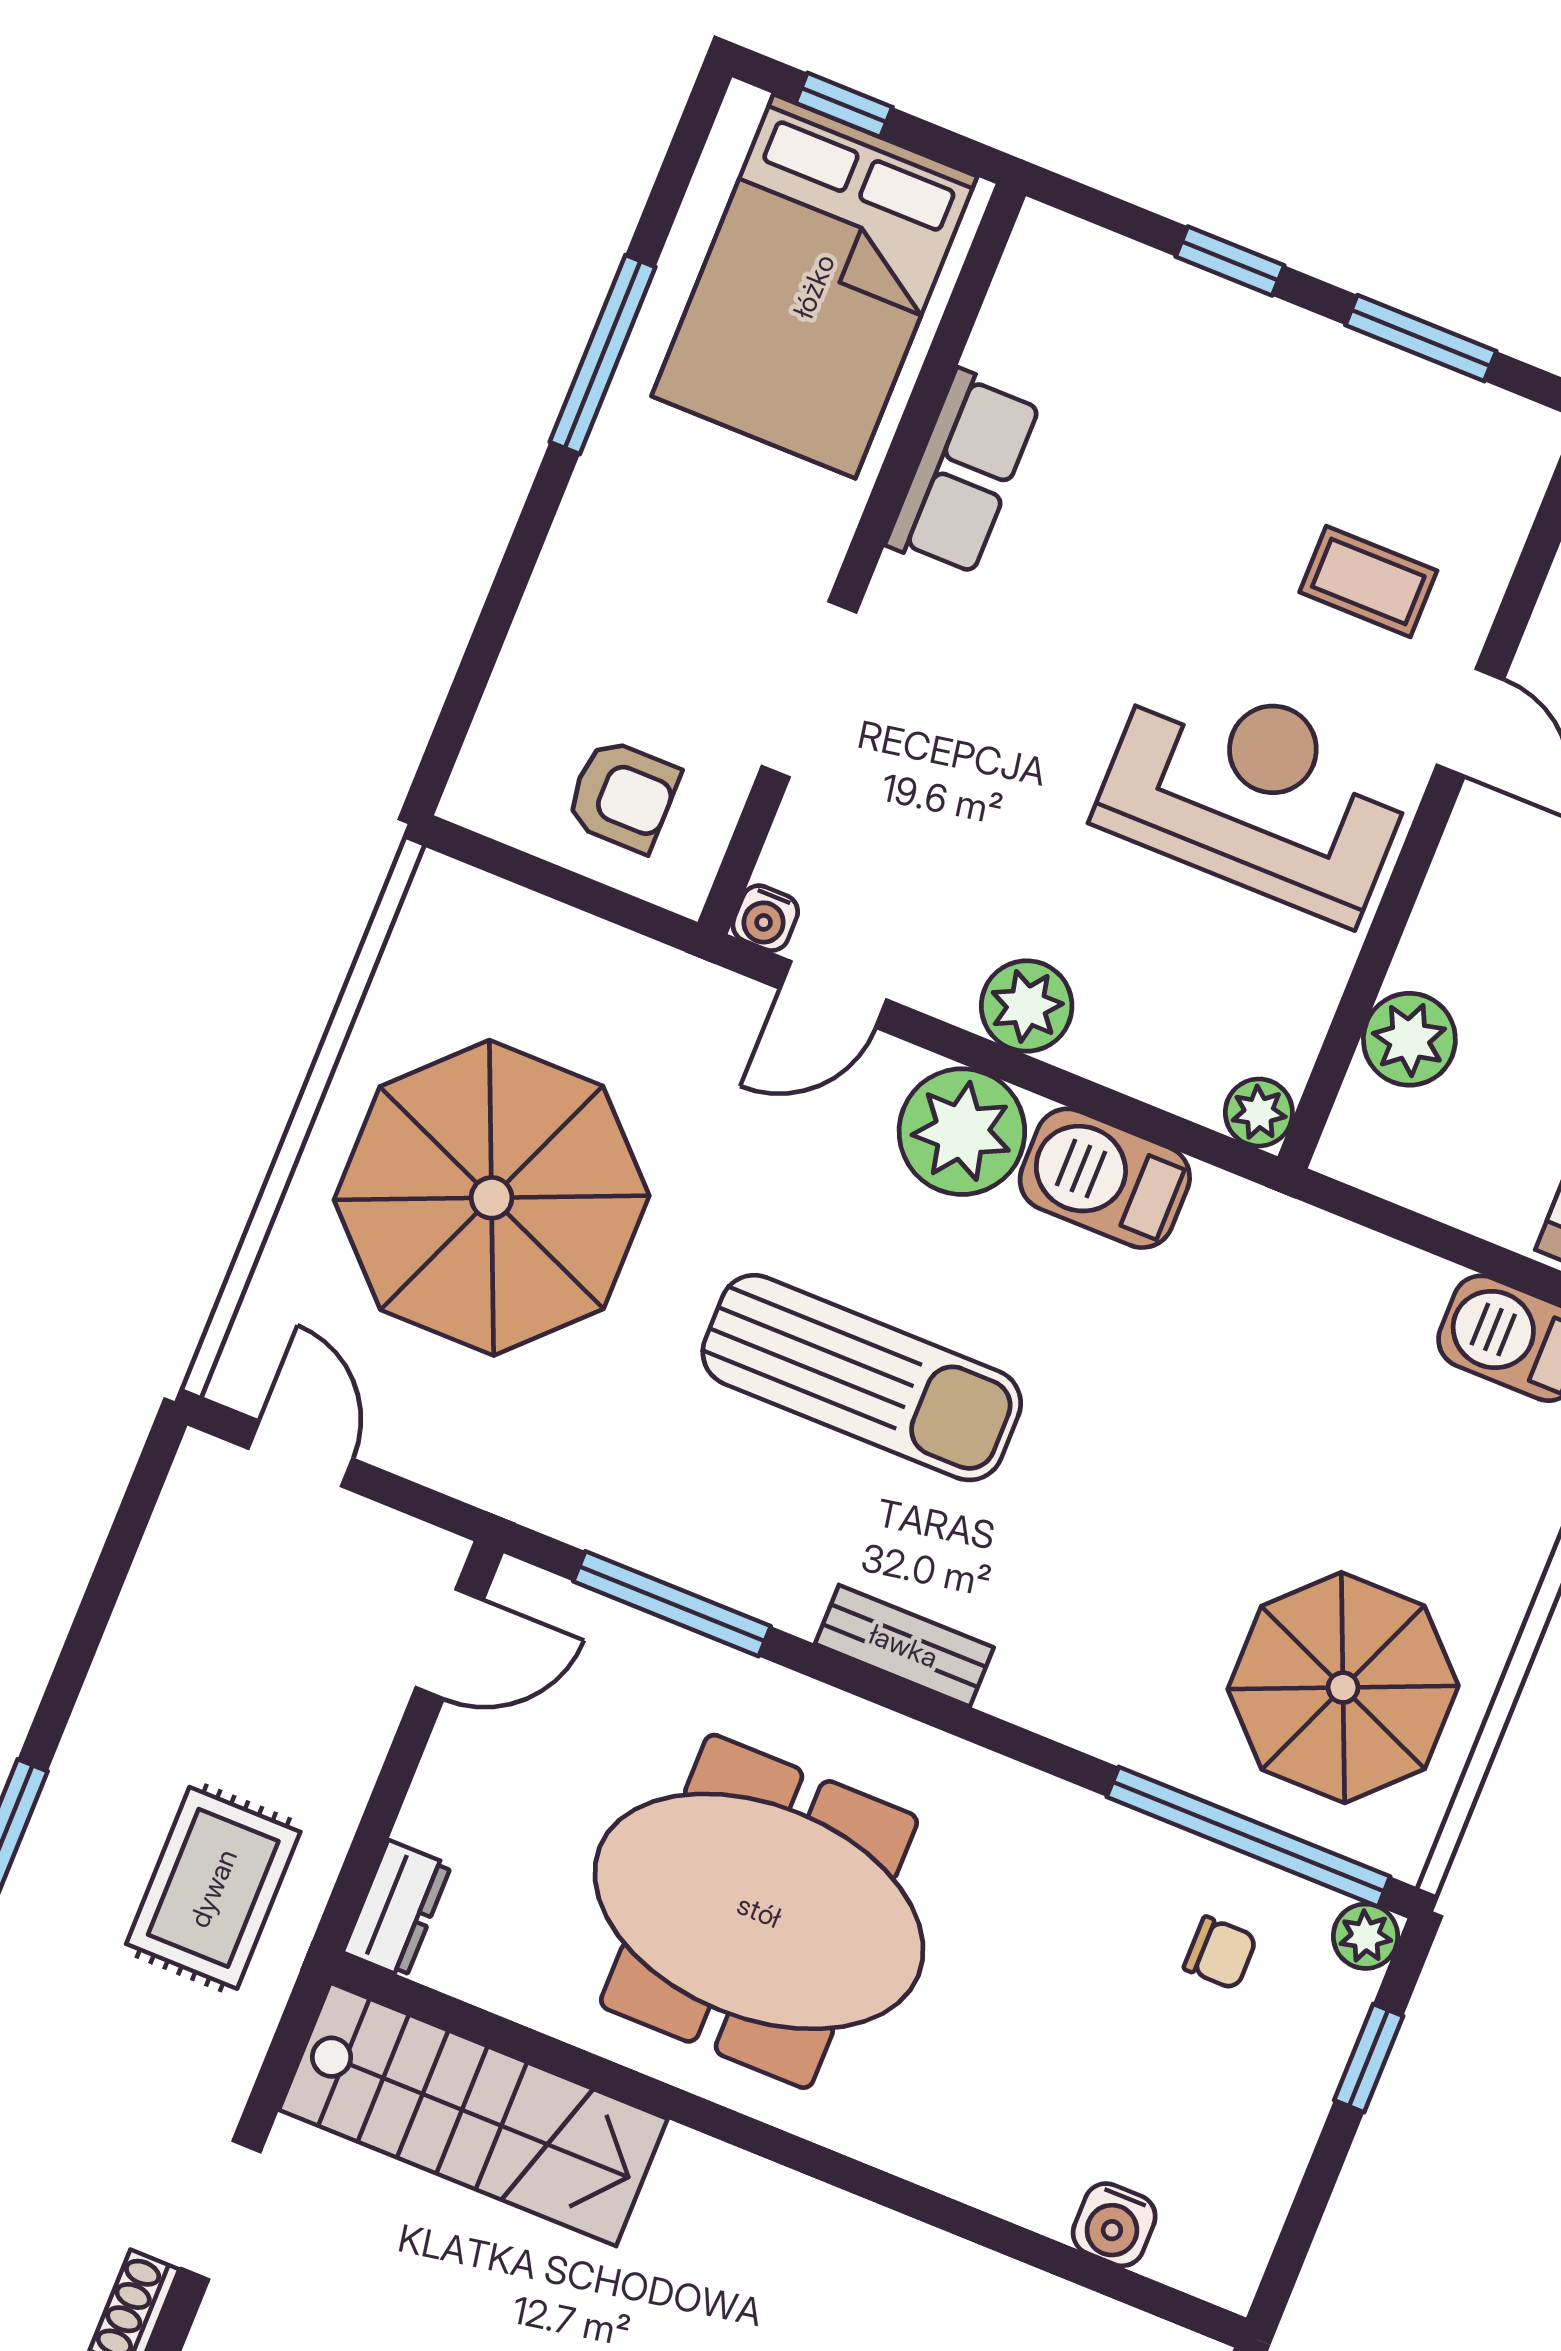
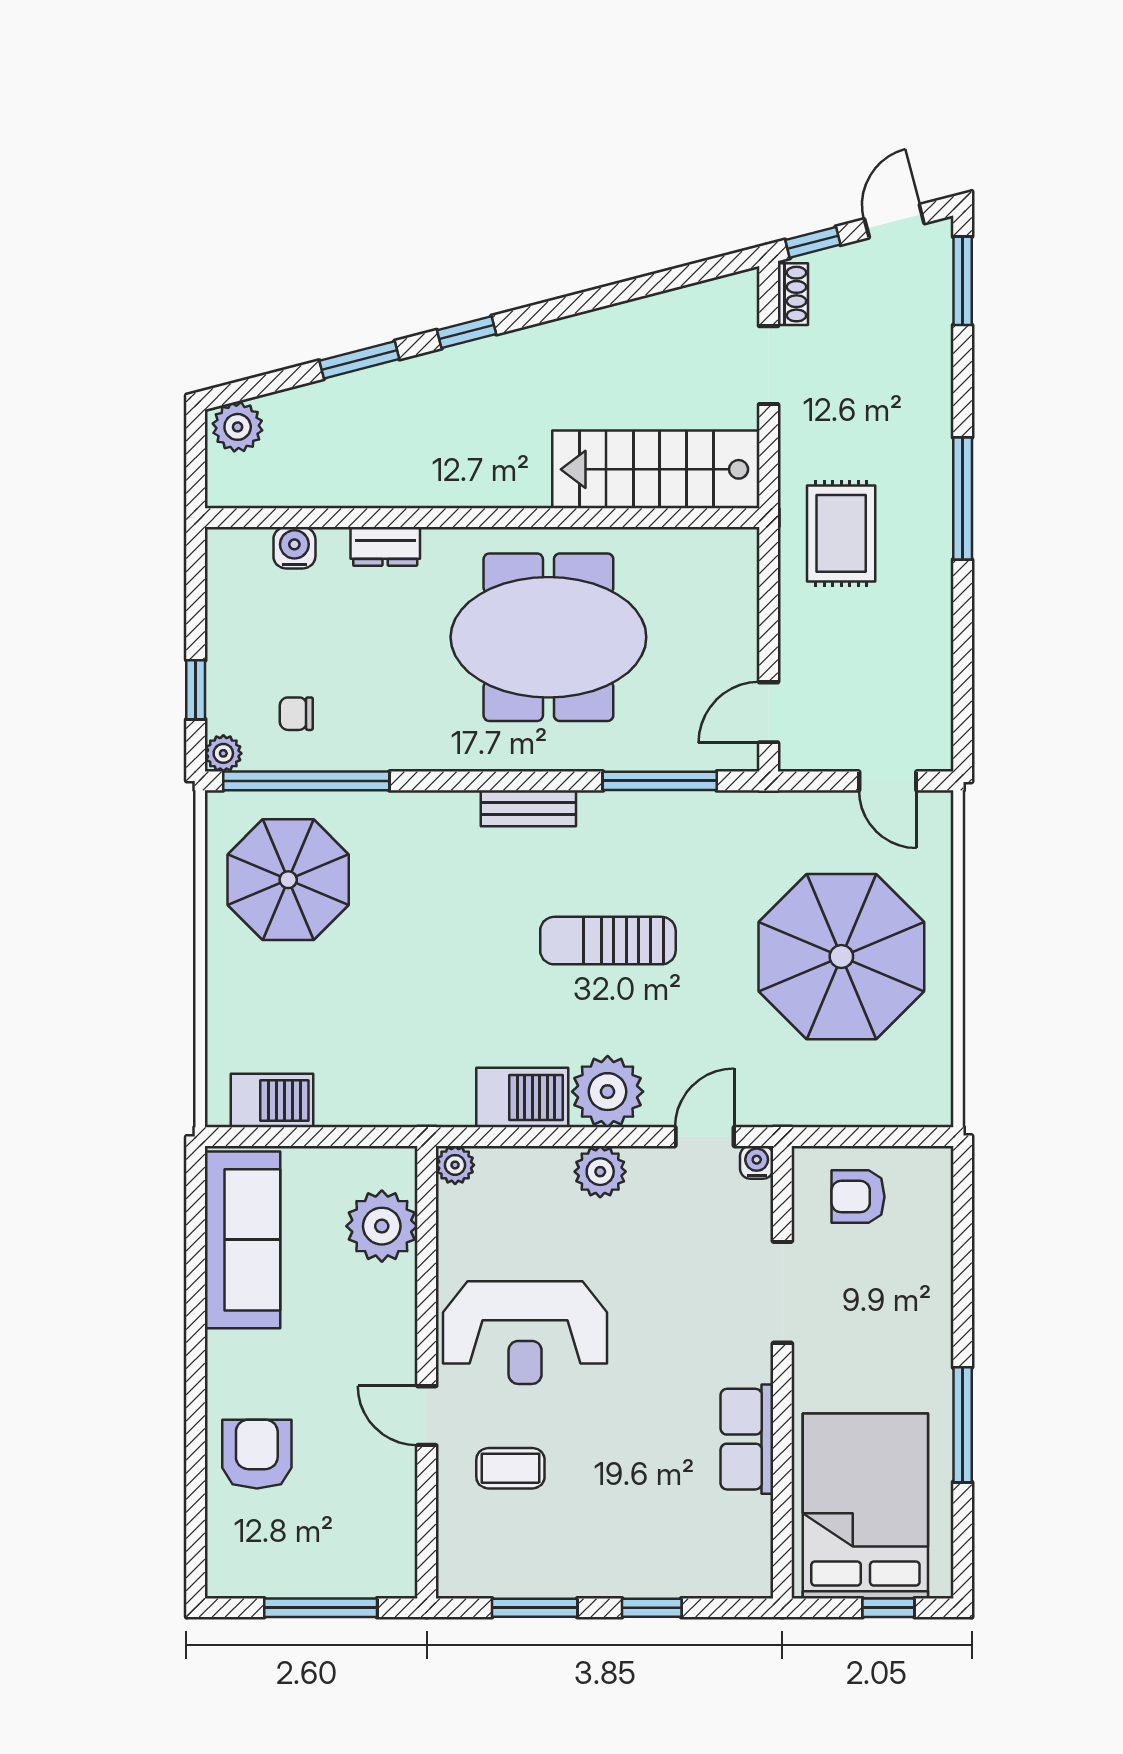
plant: (1409, 1039) -> (382, 1226), width x1.36, depth x1.36
sun lounger: (862, 1378) -> (608, 941), width x0.73, depth x0.75
dresser: (397, 1909) -> (385, 546), moved, turned -90

